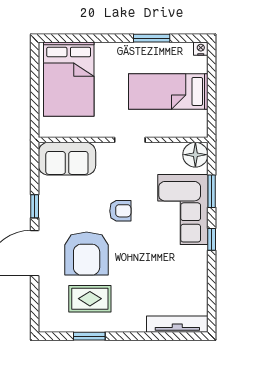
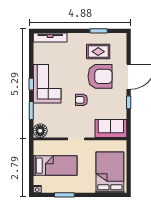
corner sofa: (183, 209) -> (47, 84), moved
armchair: (87, 254) -> (100, 76), turned 90

